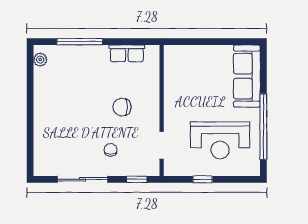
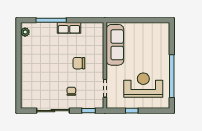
row of seats: (127, 53) -> (69, 28), moved
sofa: (247, 76) -> (115, 45), moved, turned 180
reception desk: (220, 140) -> (143, 85), turned 180

